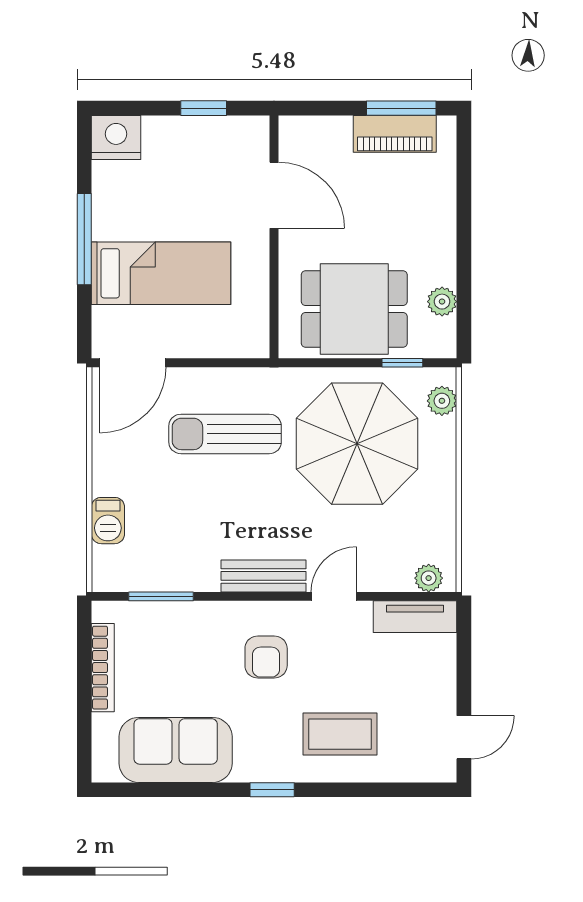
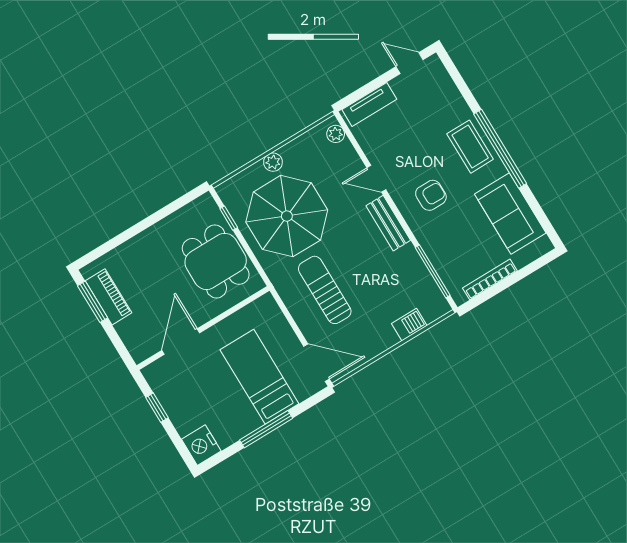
plant: (442, 302) -> (183, 217), removed
plant: (442, 401) -> (273, 162), moved
sun lounger: (225, 434) -> (325, 290), turned 180
window: (161, 596) -> (433, 271), width x1.44
tv unit: (415, 617) -> (369, 104), moved, turned 90
coffee table: (340, 734) -> (470, 147), moved
window: (272, 790) -> (500, 149), width x3.17

